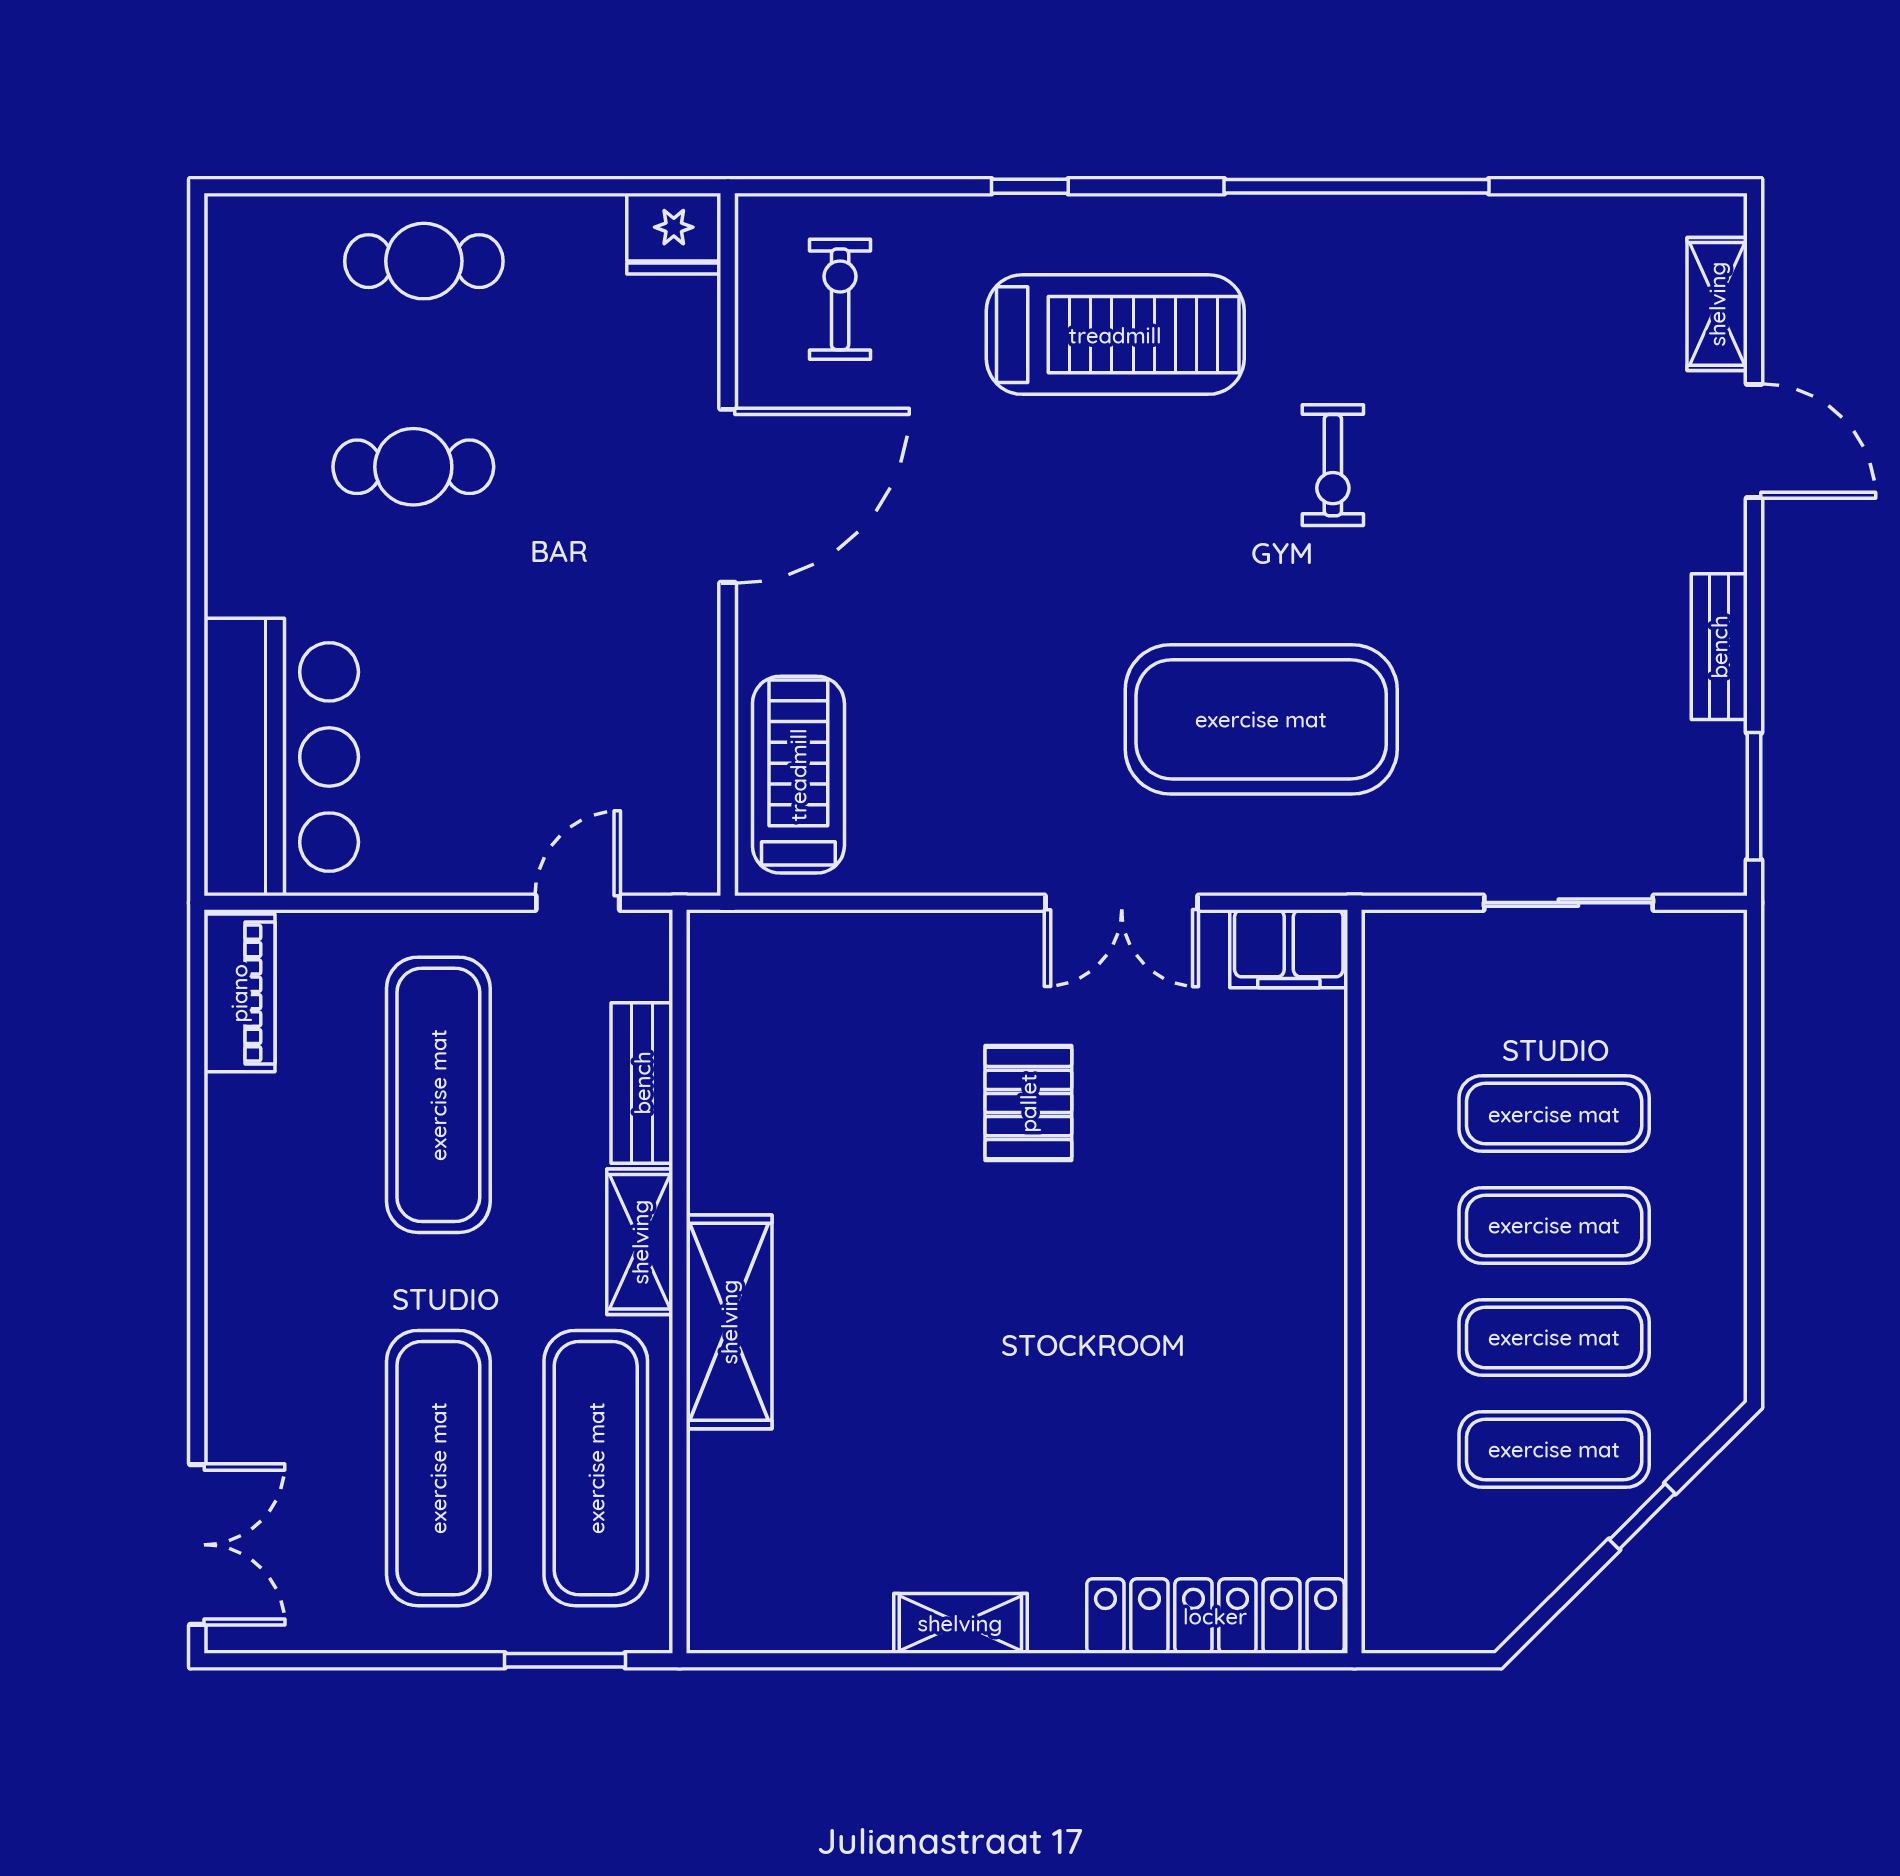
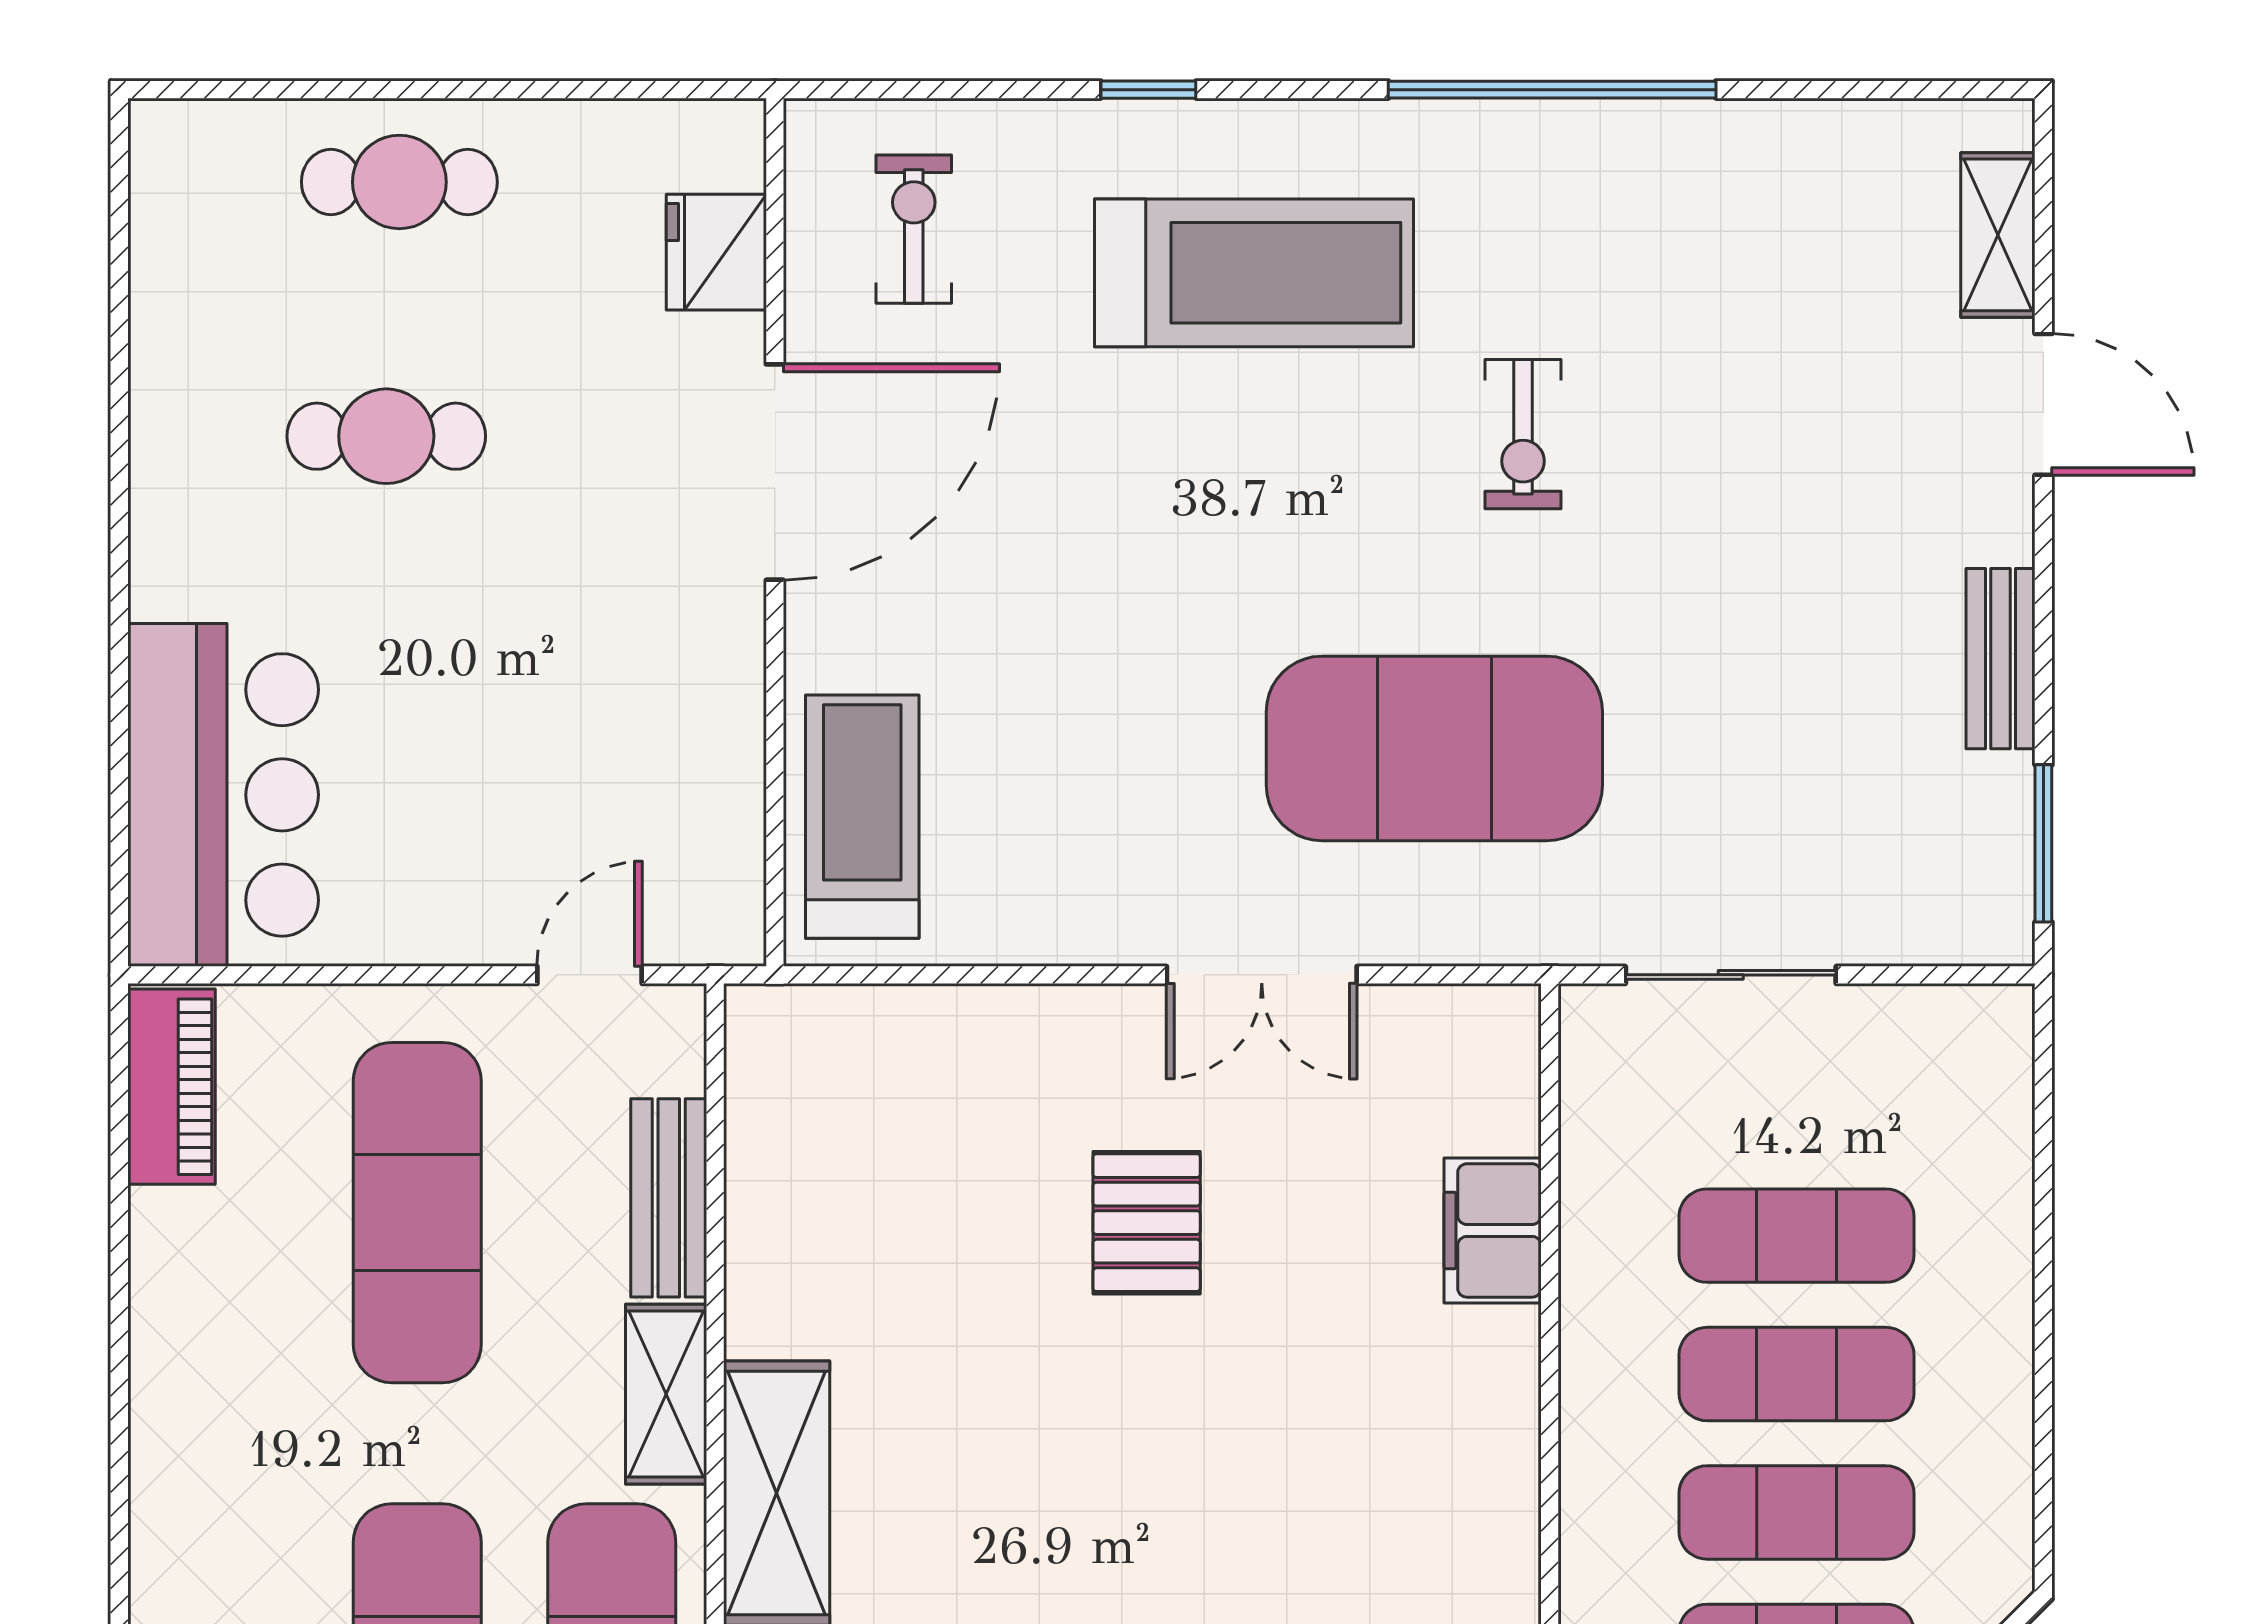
fridge: (674, 234) -> (716, 252), moved, turned 90
sliding door: (1568, 903) -> (1731, 975), moved
filing cabinet: (1289, 949) -> (1493, 1230), moved, turned 90

